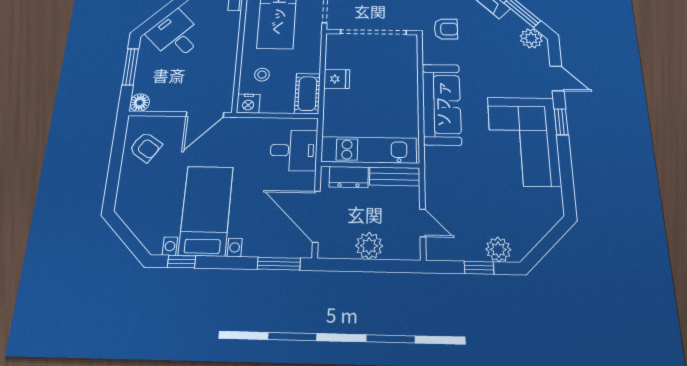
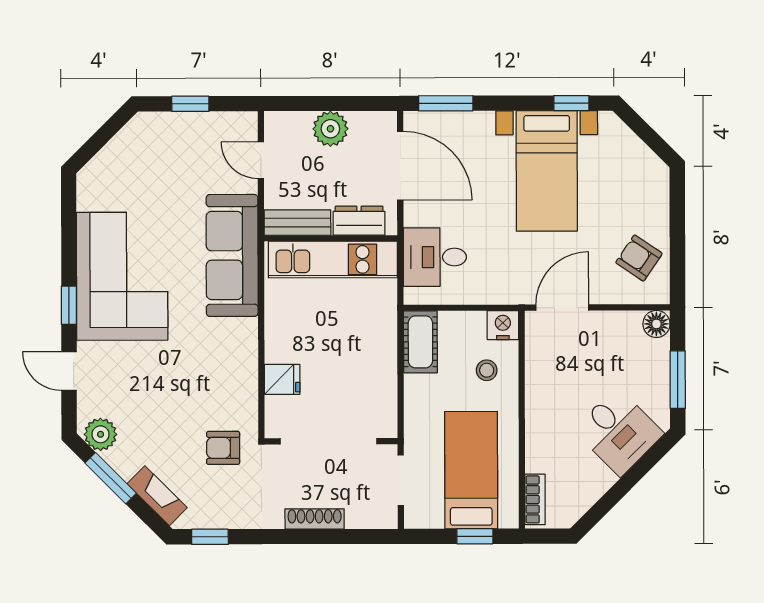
fridge: (337, 79) -> (282, 379), moved, turned 180
sofa: (442, 104) -> (232, 255), moved
plant: (498, 249) -> (165, 128), removed

